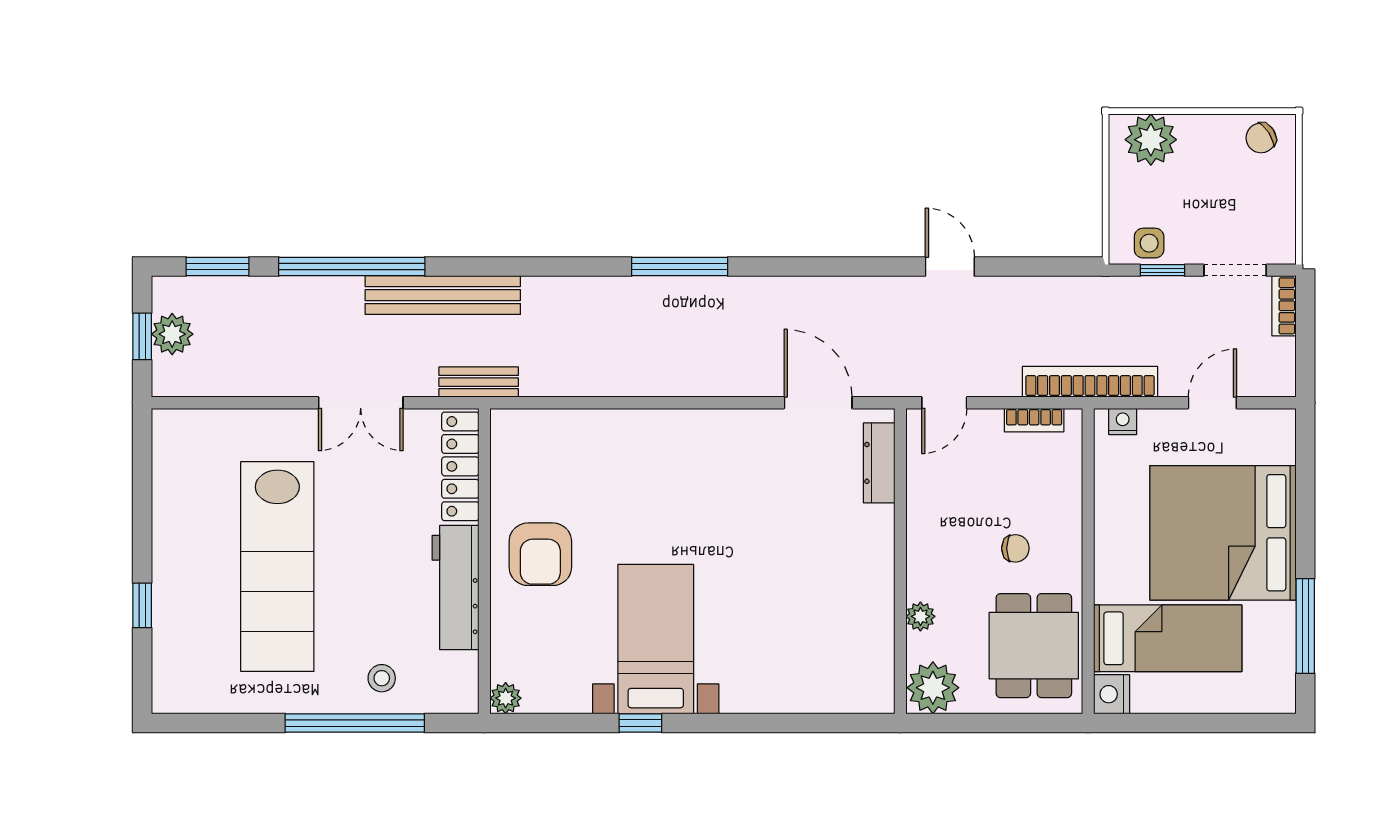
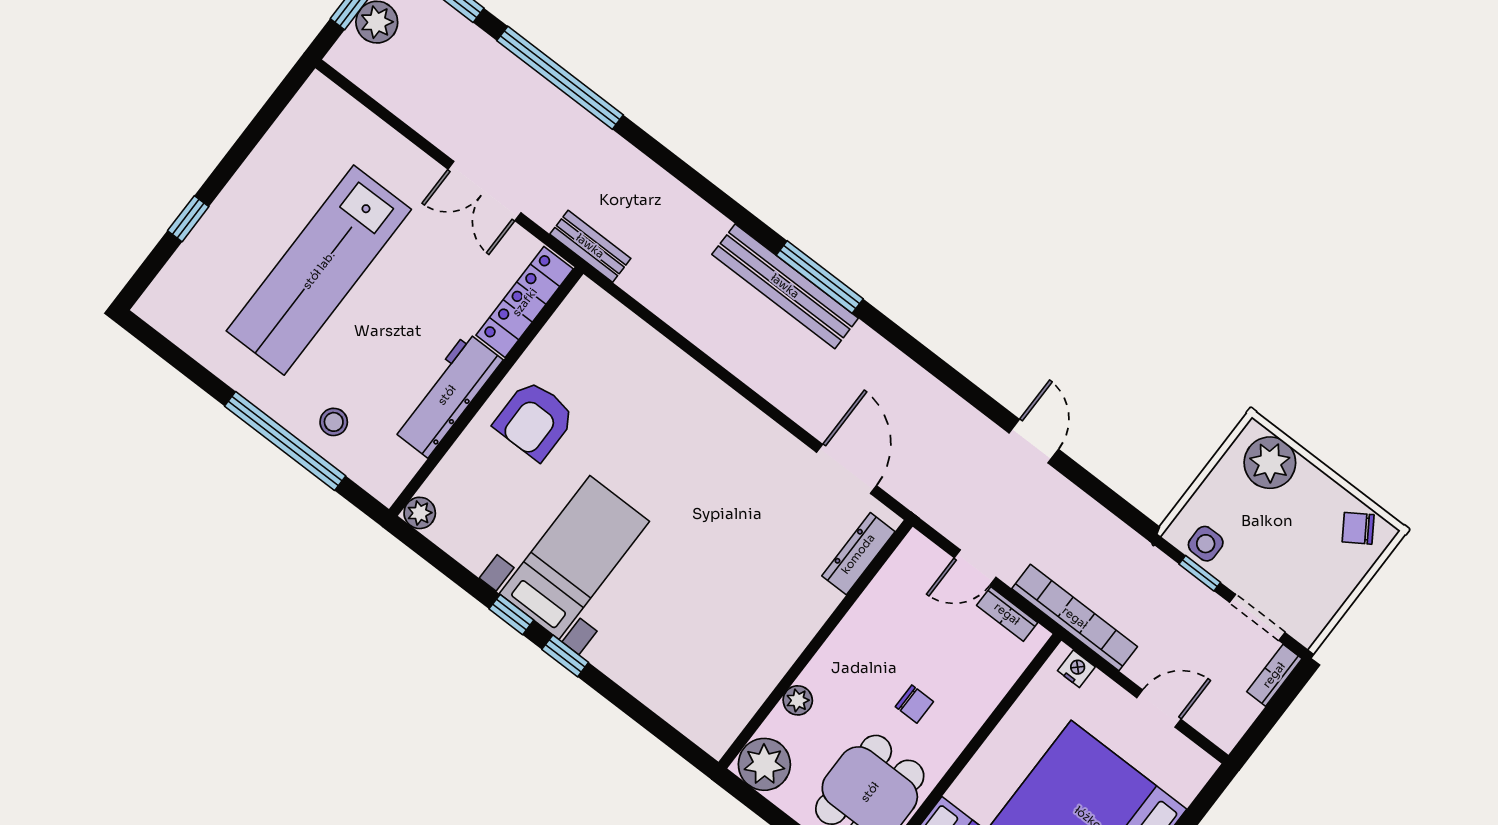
bench: (443, 295) -> (785, 286), moved
door: (944, 403) -> (975, 568), moved
window: (708, 723) -> (565, 656), added

